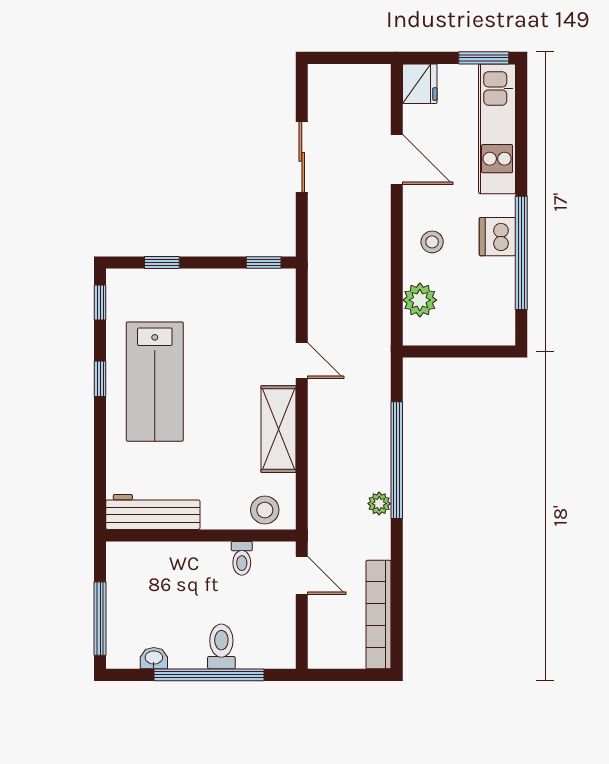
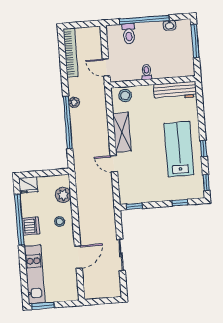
fridge: (420, 84) -> (28, 185), moved, turned -90
door: (397, 159) -> (78, 257), swing flipped
toilet: (242, 558) -> (147, 72), moved
toilet: (221, 646) -> (129, 34), moved

